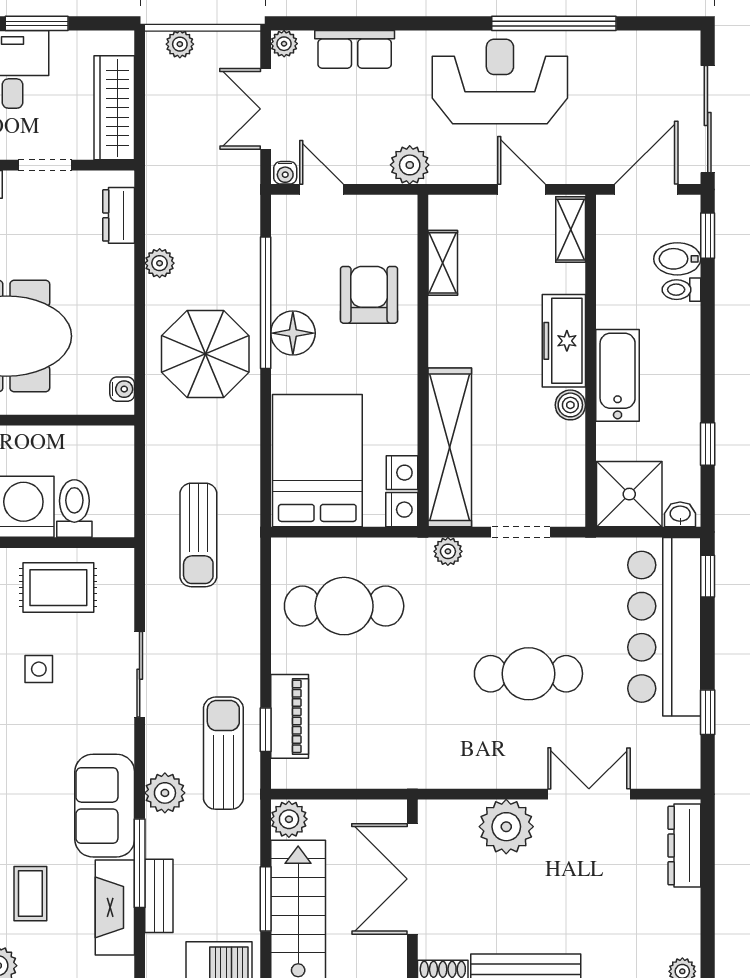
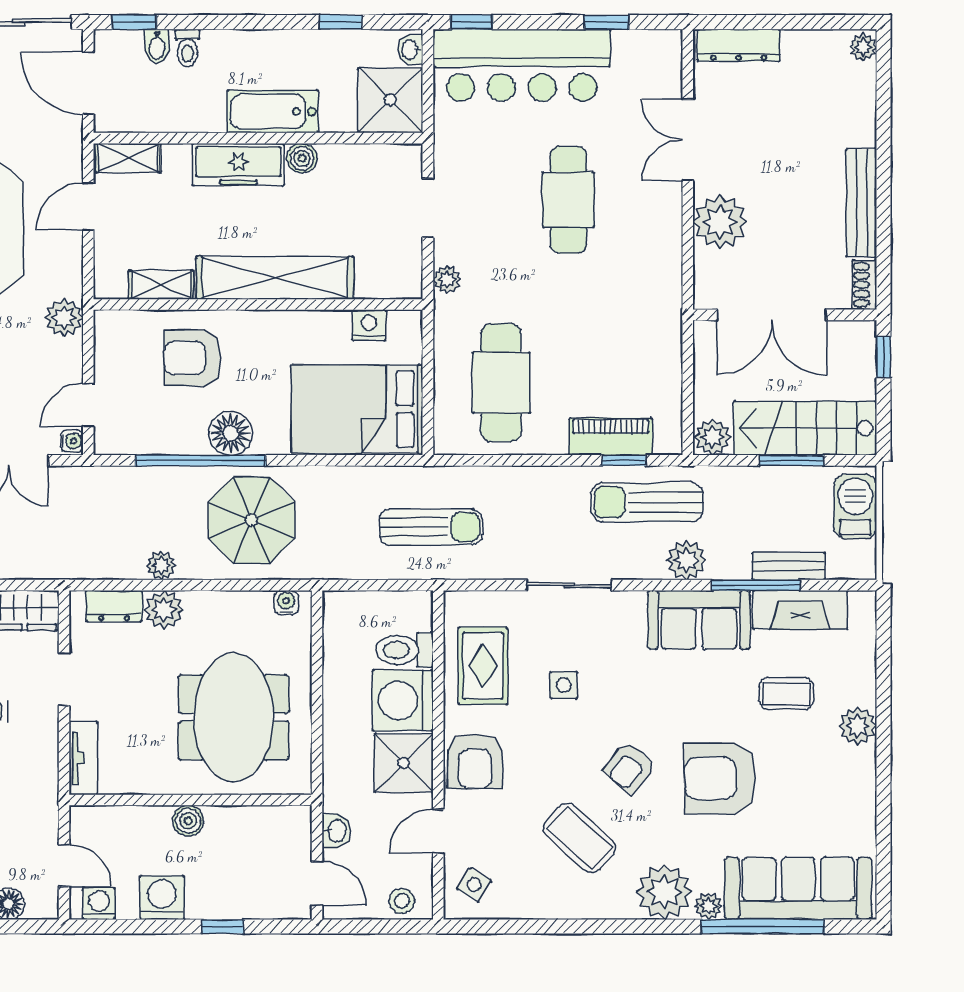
bidet: (677, 259) -> (157, 46), width x0.72, depth x0.74
plant: (115, 266) -> (164, 610), added
shelving: (450, 447) -> (275, 278), moved
nightstand: (402, 510) -> (406, 325), removed

